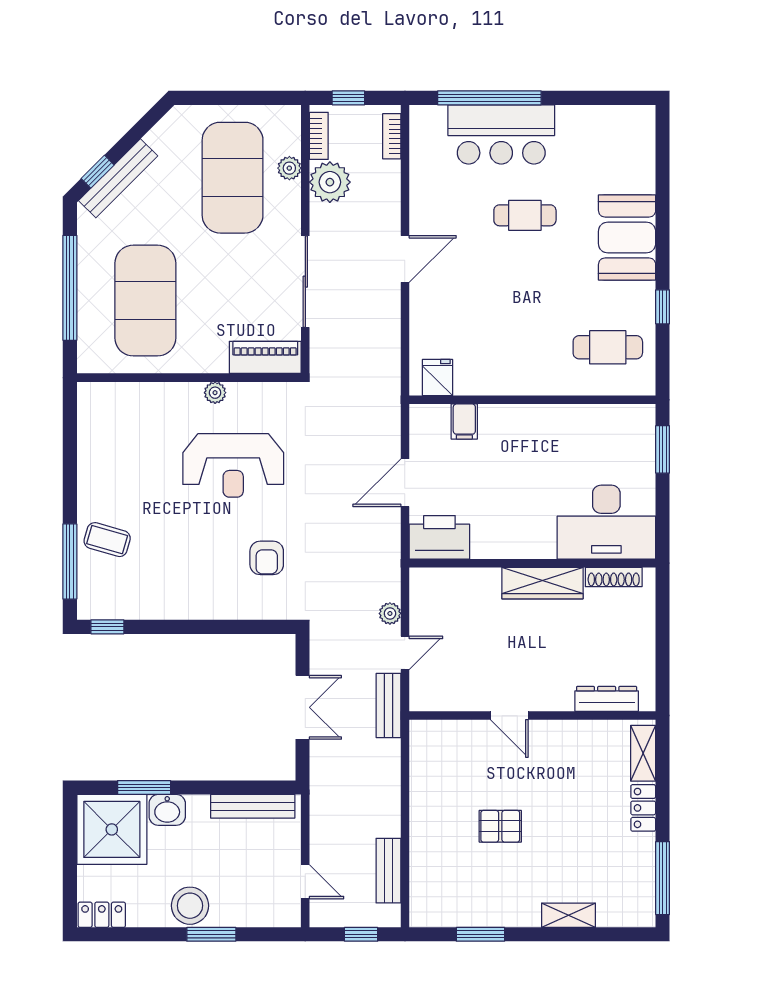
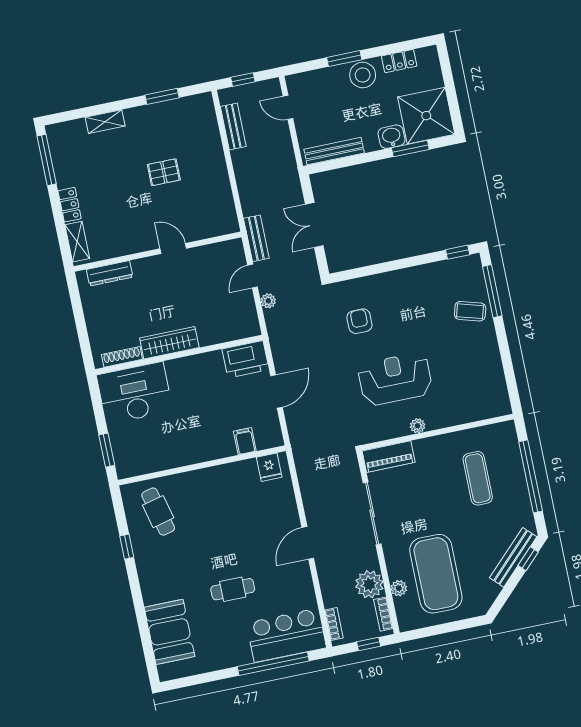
bar counter: (501, 134) -> (286, 635), moved
booth: (627, 238) -> (169, 632), moved
exercise mat: (145, 301) -> (478, 478), width x0.50, depth x0.69
cafe table: (608, 347) -> (158, 512), turned 76
locker: (102, 915) -> (399, 61), moved

